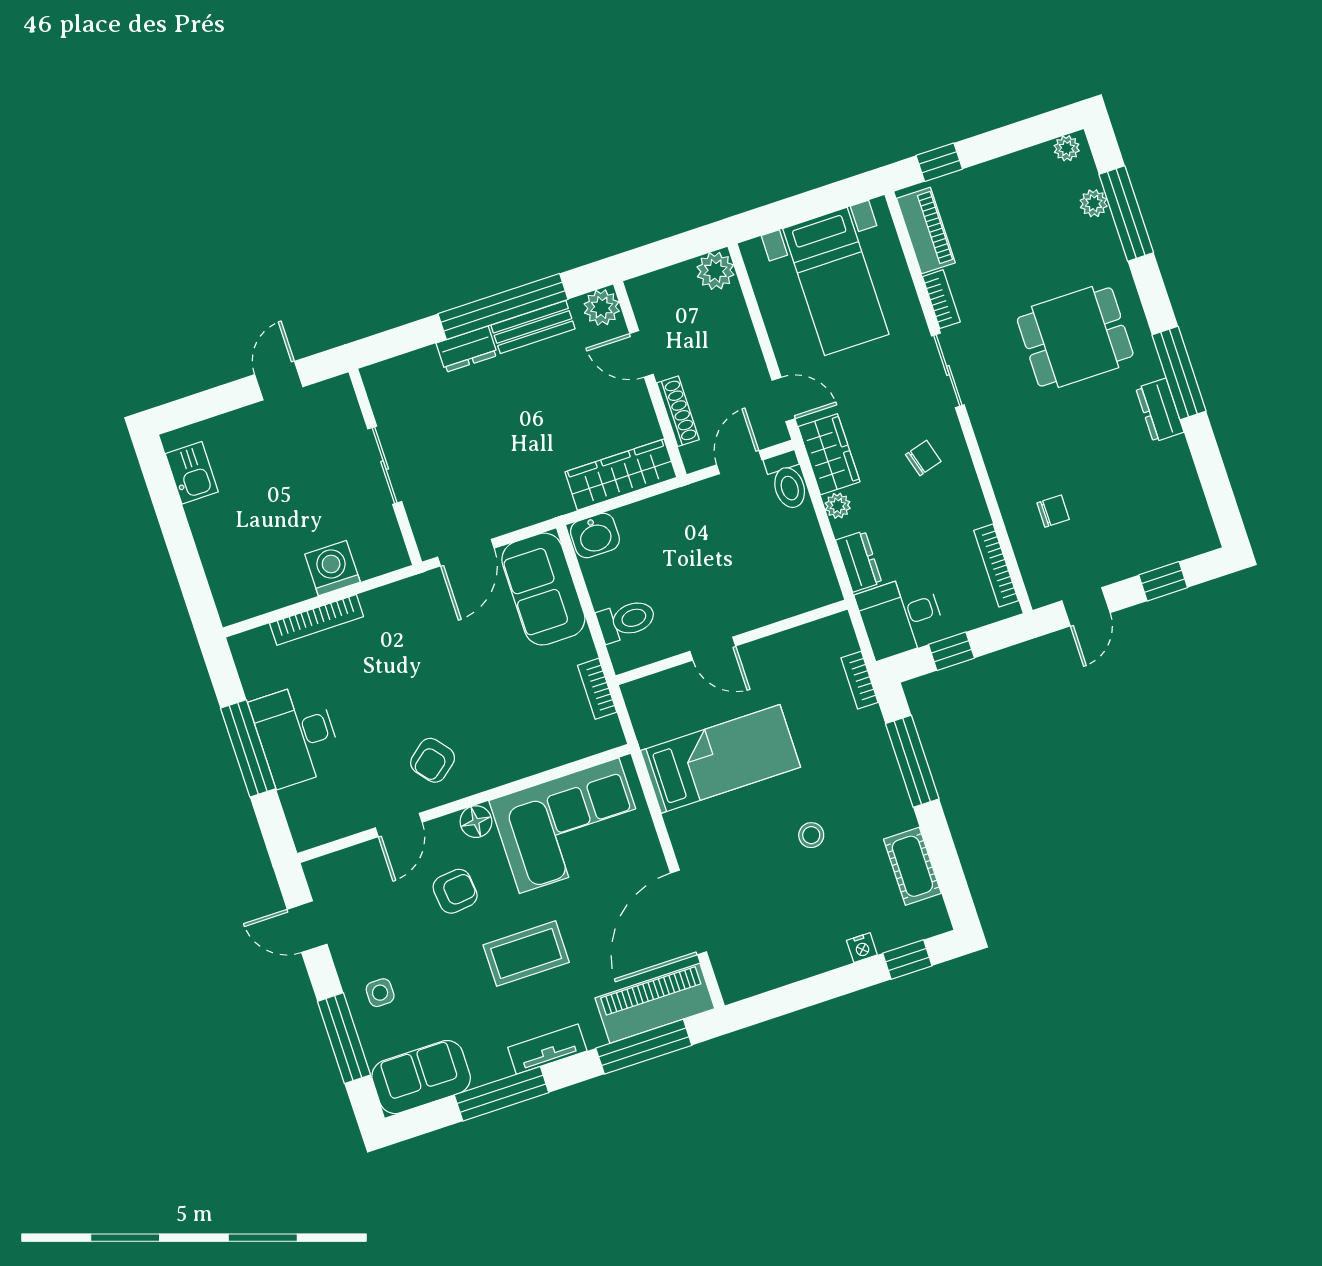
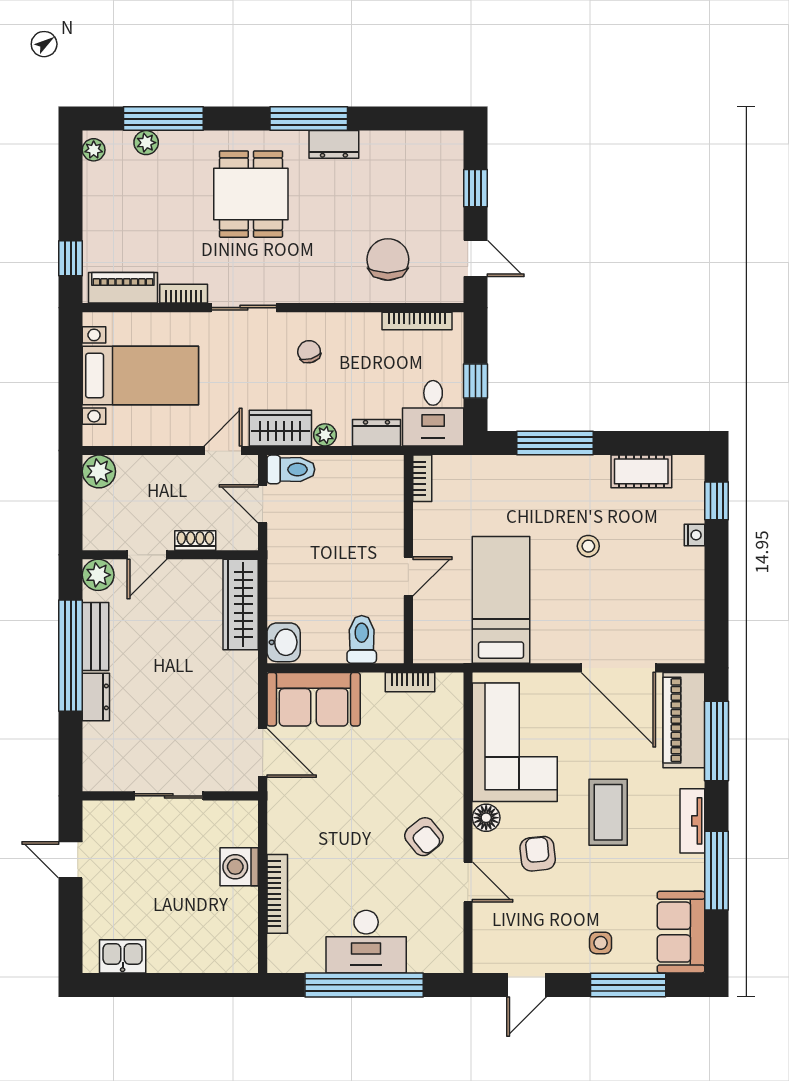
shoe rack: (678, 411) -> (195, 540), width x0.70
chair: (1053, 511) -> (388, 259), width x1.87, depth x1.87
bookcase: (860, 680) -> (422, 478), moved, turned -90
window: (248, 748) -> (364, 985), width x1.46

